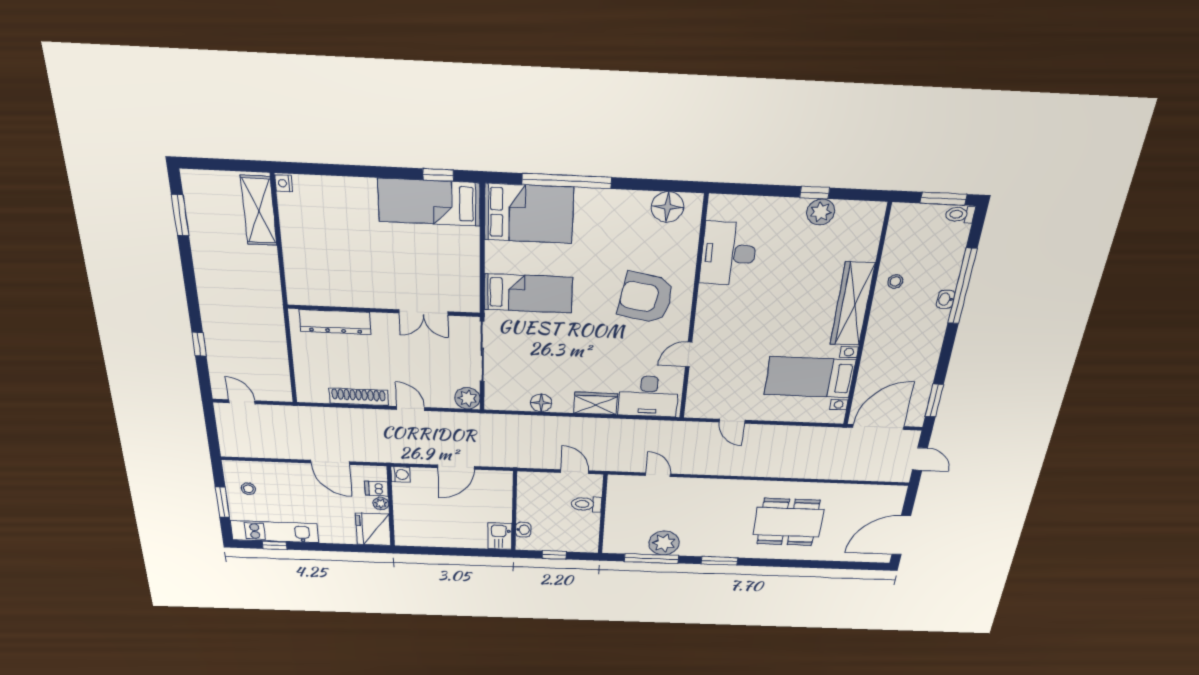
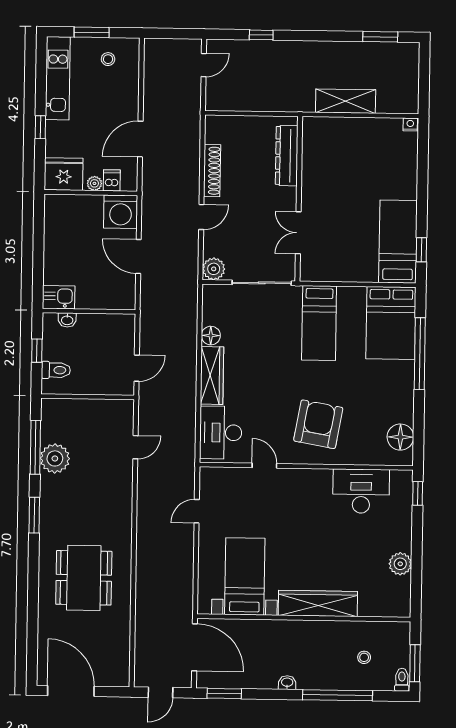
window: (815, 193) -> (418, 493), moved
shelving: (259, 211) -> (346, 101), moved
stool: (895, 281) -> (364, 657), moved
washbasin: (945, 299) -> (287, 683), moved
wardrobe: (596, 403) -> (212, 375), width x1.50
washing machine: (401, 475) -> (121, 212), width x1.89, depth x1.89
toilet: (586, 504) -> (56, 370), moved, turned 90
window: (275, 545) -> (40, 127), moved

